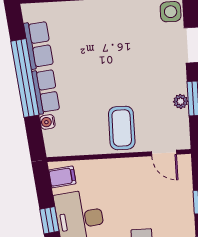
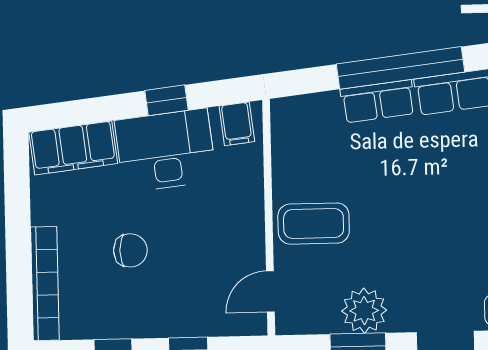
plant: (181, 101) -> (364, 311), width x1.87, depth x1.87
water cooler: (48, 122) -> (327, 103), removed

